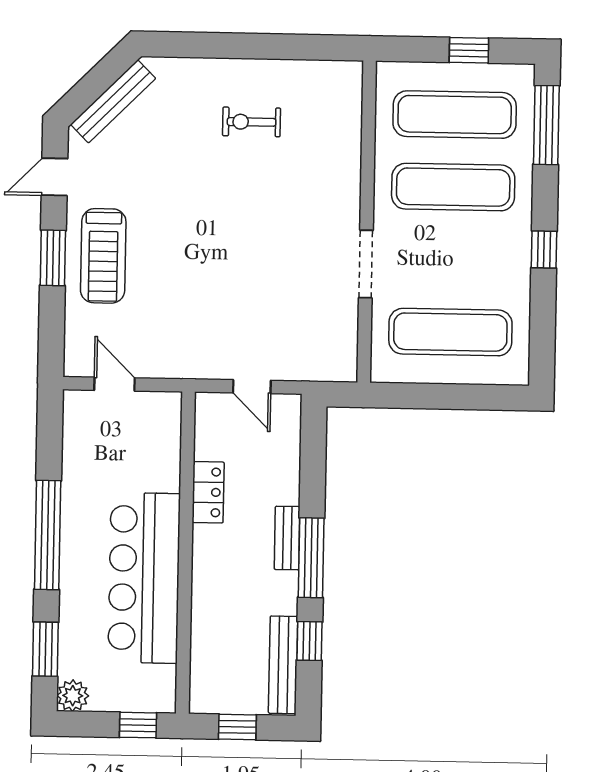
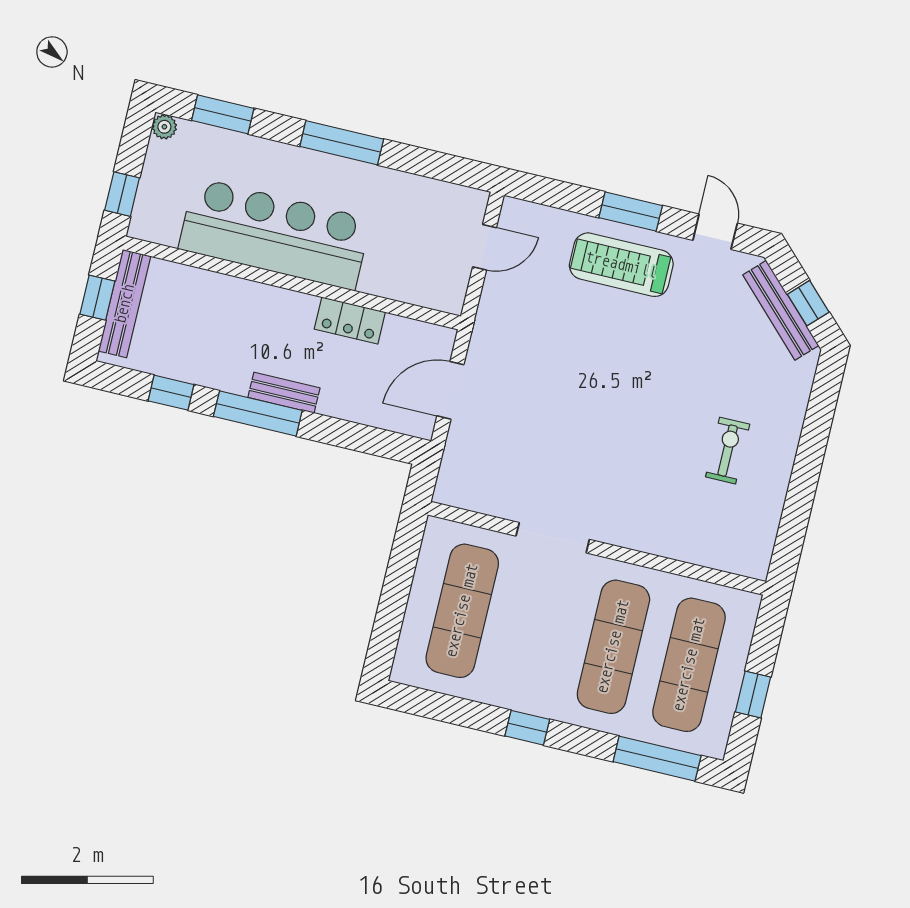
window: (101, 78) -> (808, 303), added
door: (252, 387) -> (450, 390), width x1.37
window: (48, 535) -> (342, 143), width x0.68
bench: (283, 665) -> (125, 304), moved, turned 90
plant: (73, 696) -> (164, 127), width x0.73, depth x0.73

